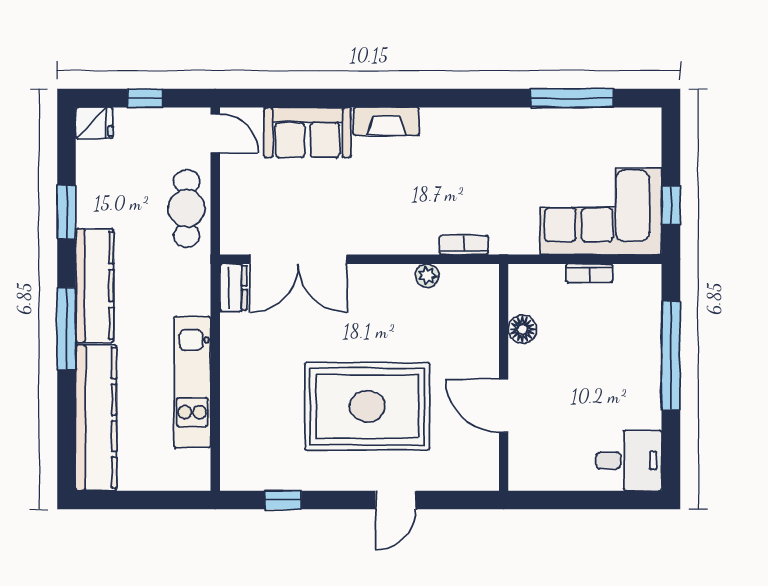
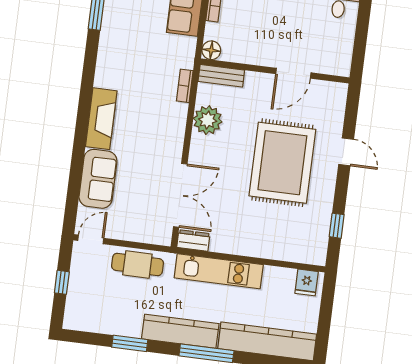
fireplace: (386, 121) -> (101, 119), width x1.37, depth x1.32
fridge: (94, 123) -> (307, 282), moved, turned 180
plant: (427, 276) -> (208, 120), width x1.88, depth x1.88
bench: (486, 298) -> (221, 76), added
floor lamp: (522, 329) -> (211, 50), moved
kitchen unit: (192, 382) -> (219, 271), moved

